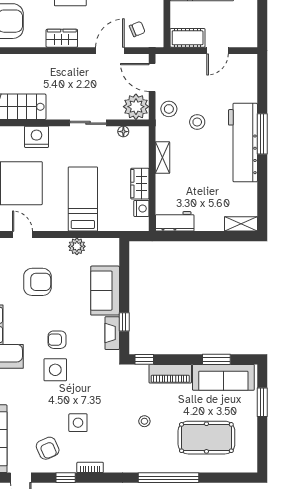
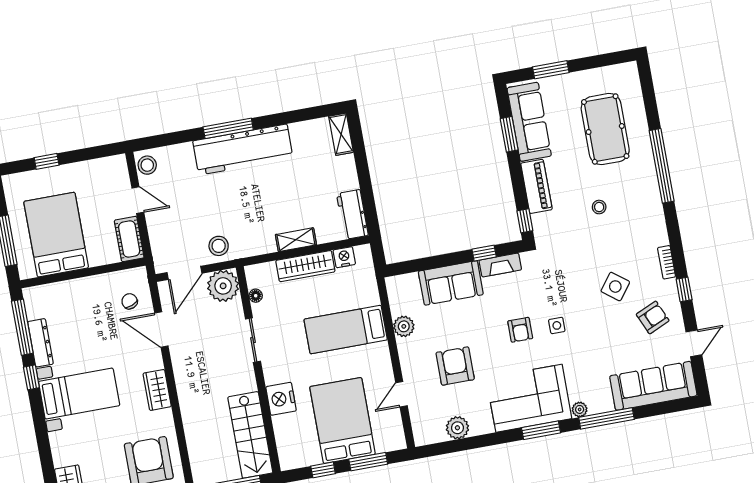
stool: (197, 122) -> (147, 165), moved
shelving: (163, 158) -> (296, 240), moved
wardrobe: (140, 184) -> (305, 266), width x1.50
side table: (55, 370) -> (557, 325), width x0.54, depth x0.54
side table: (78, 423) -> (615, 287), turned 37

